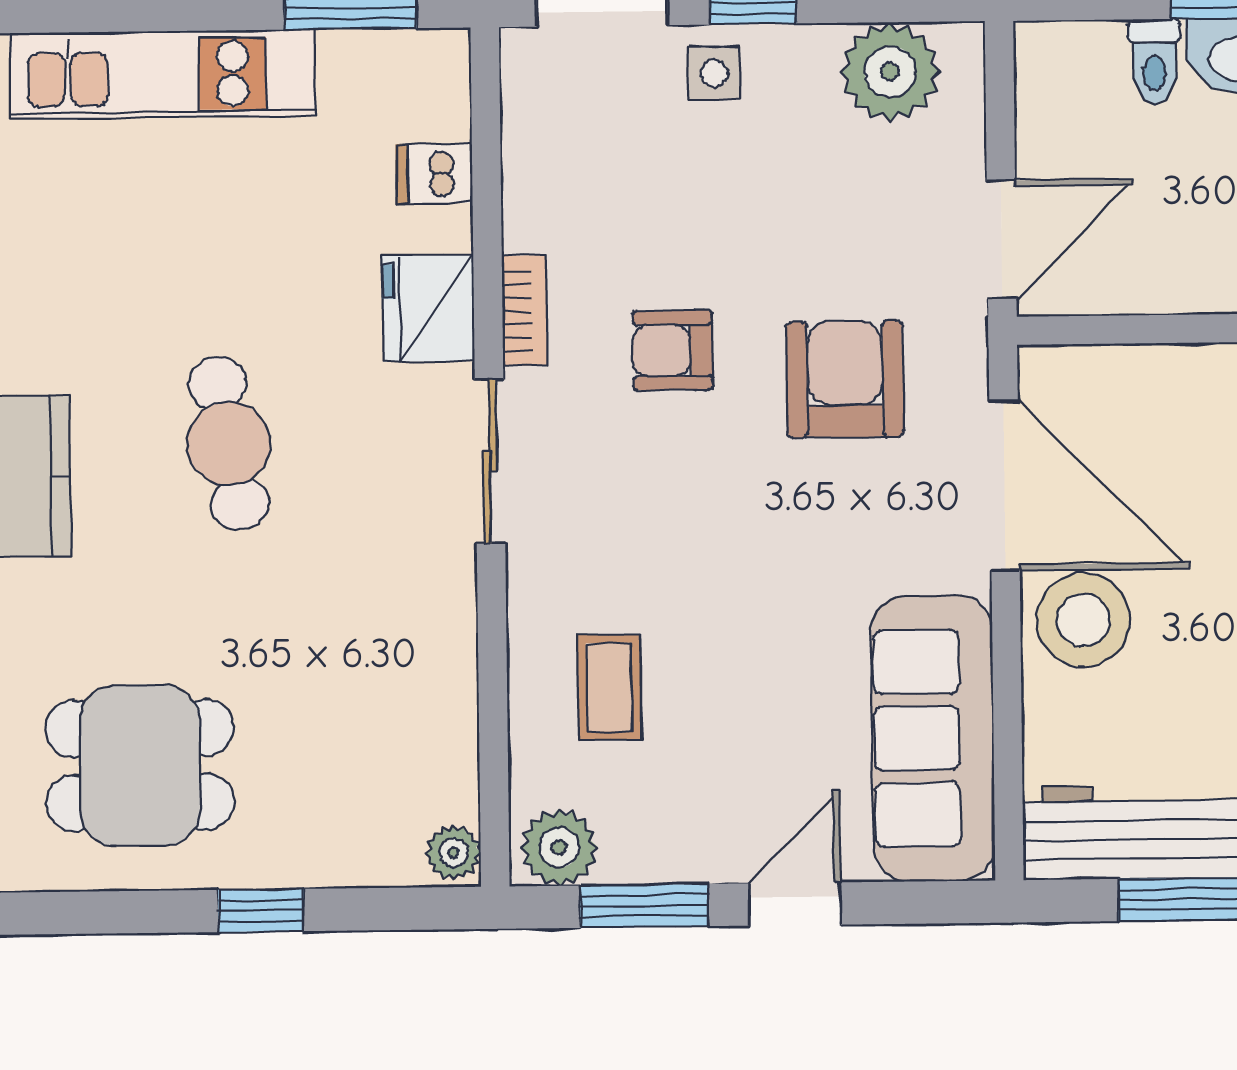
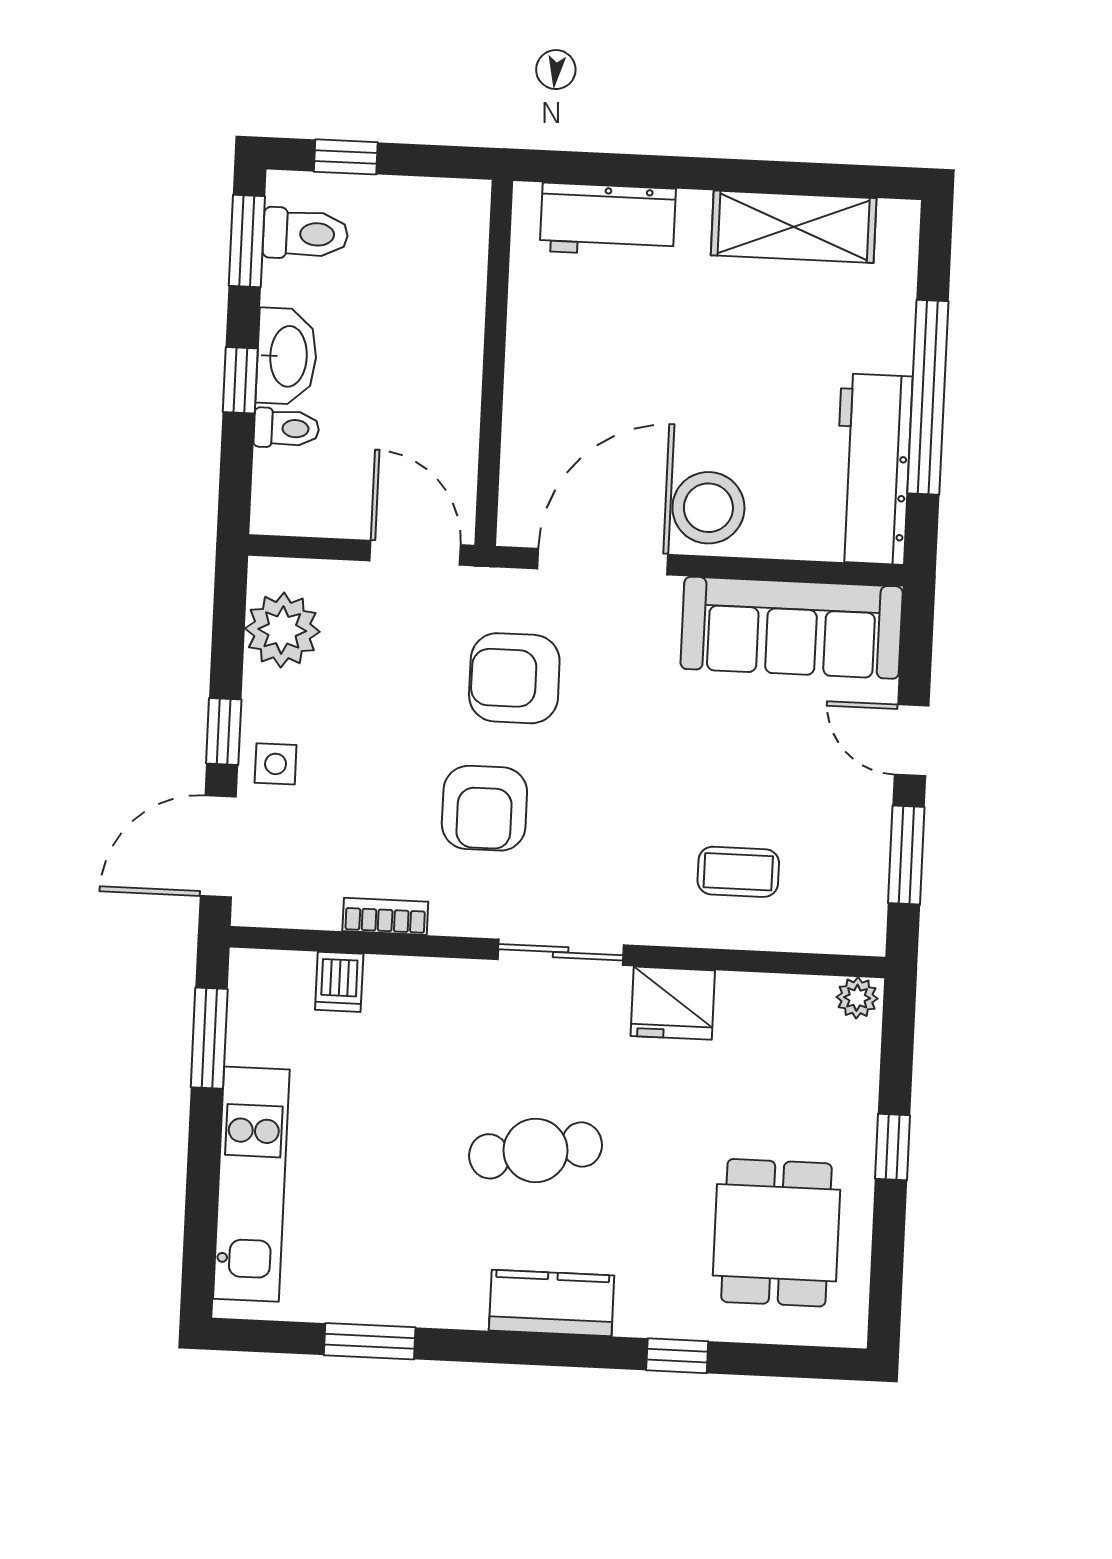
fridge: (428, 308) -> (673, 1003), moved
bookcase: (524, 311) -> (385, 916), moved
armchair: (673, 350) -> (484, 808), width x1.38, depth x1.38
plant: (559, 847) -> (858, 917), removed

